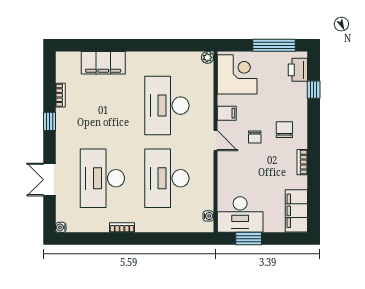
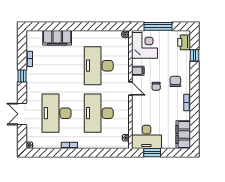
window: (274, 45) -> (158, 26), moved

